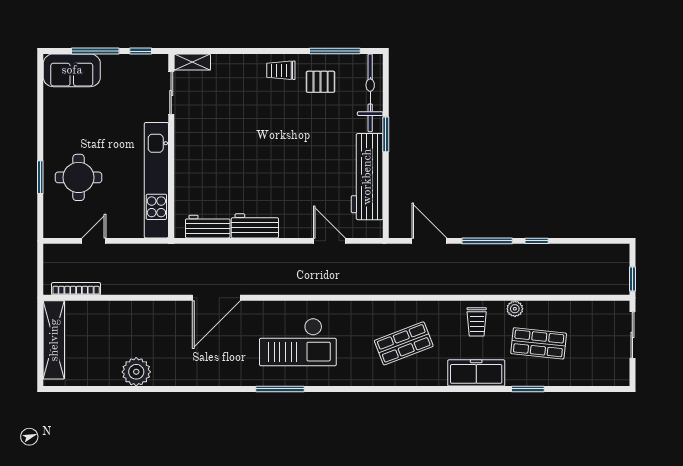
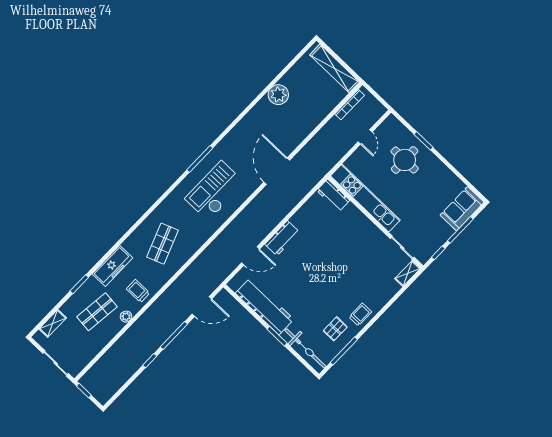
workbench: (255, 226) -> (282, 238), moved
workbench: (208, 227) -> (333, 195), moved, turned 90
shelving: (594, 377) -> (53, 323), added

